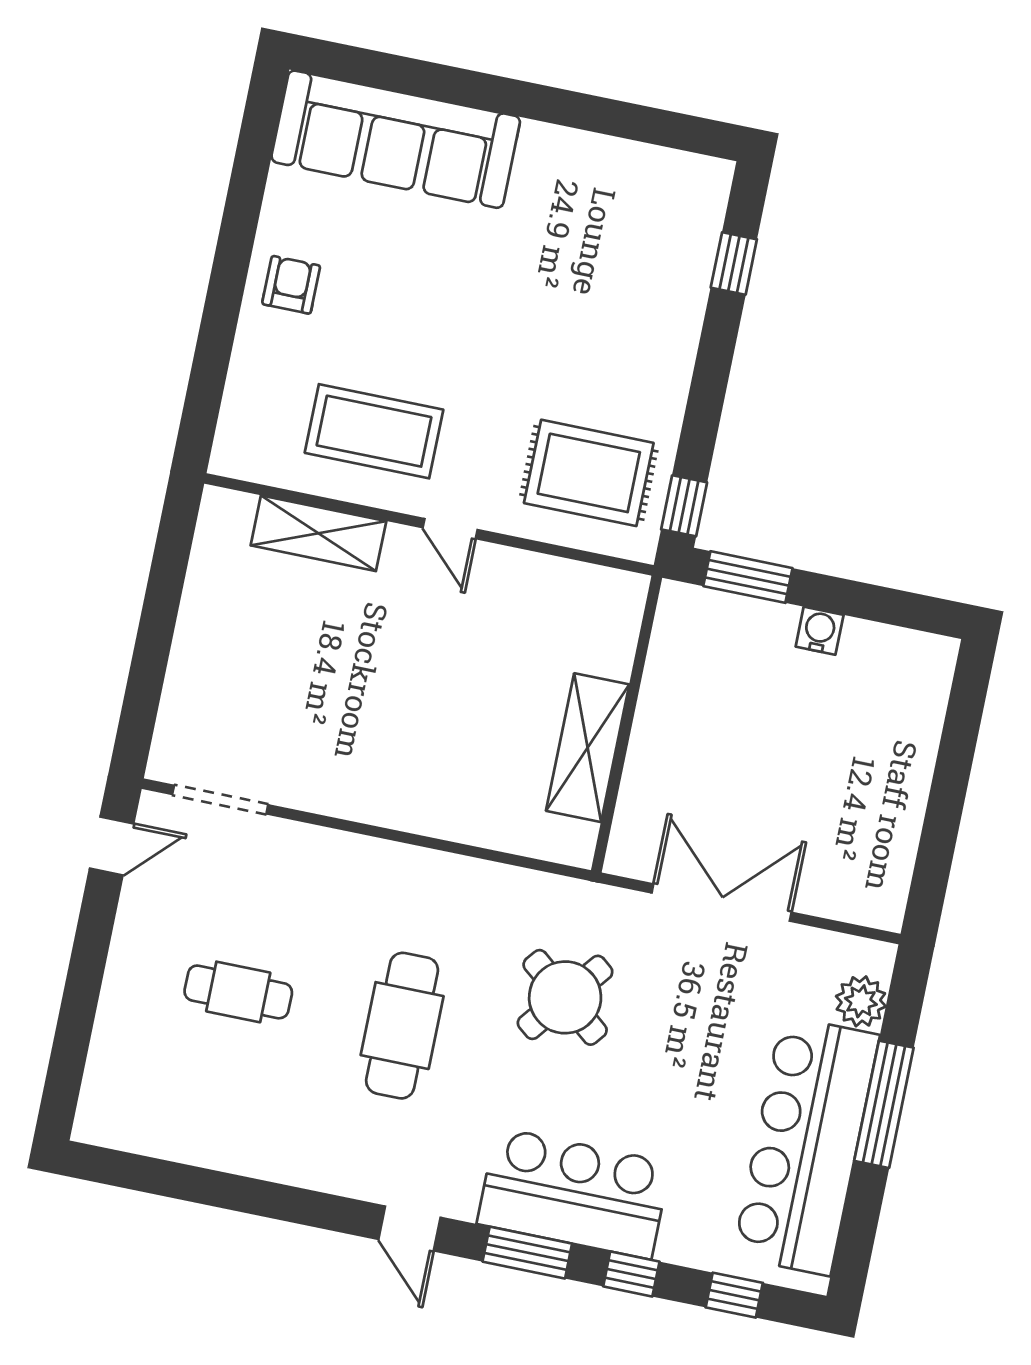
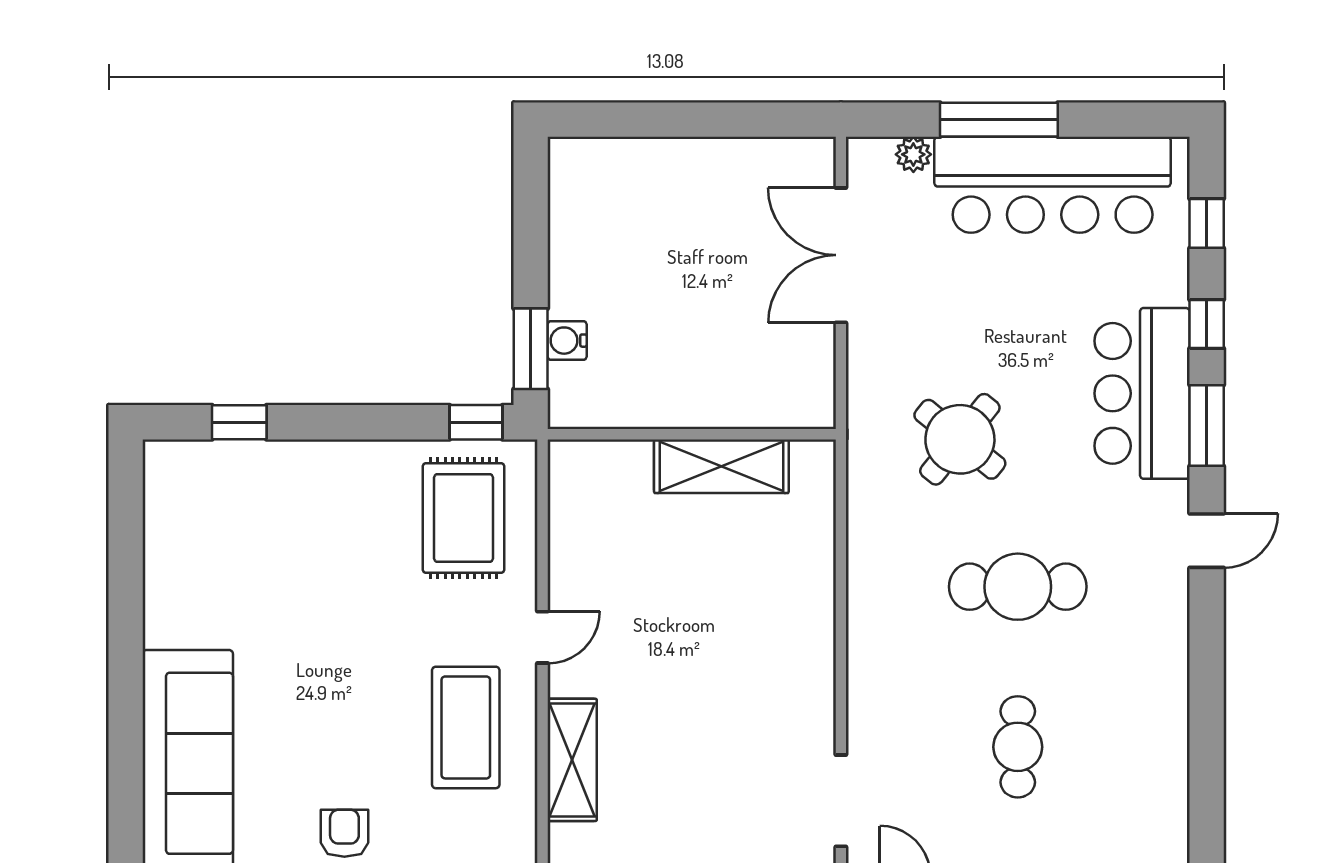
armchair: (291, 285) -> (344, 833), turned 90
water cooler: (820, 631) -> (567, 341), moved
double door: (722, 903) -> (841, 255), moved
plant: (861, 1001) -> (913, 154), width x0.73, depth x0.73

